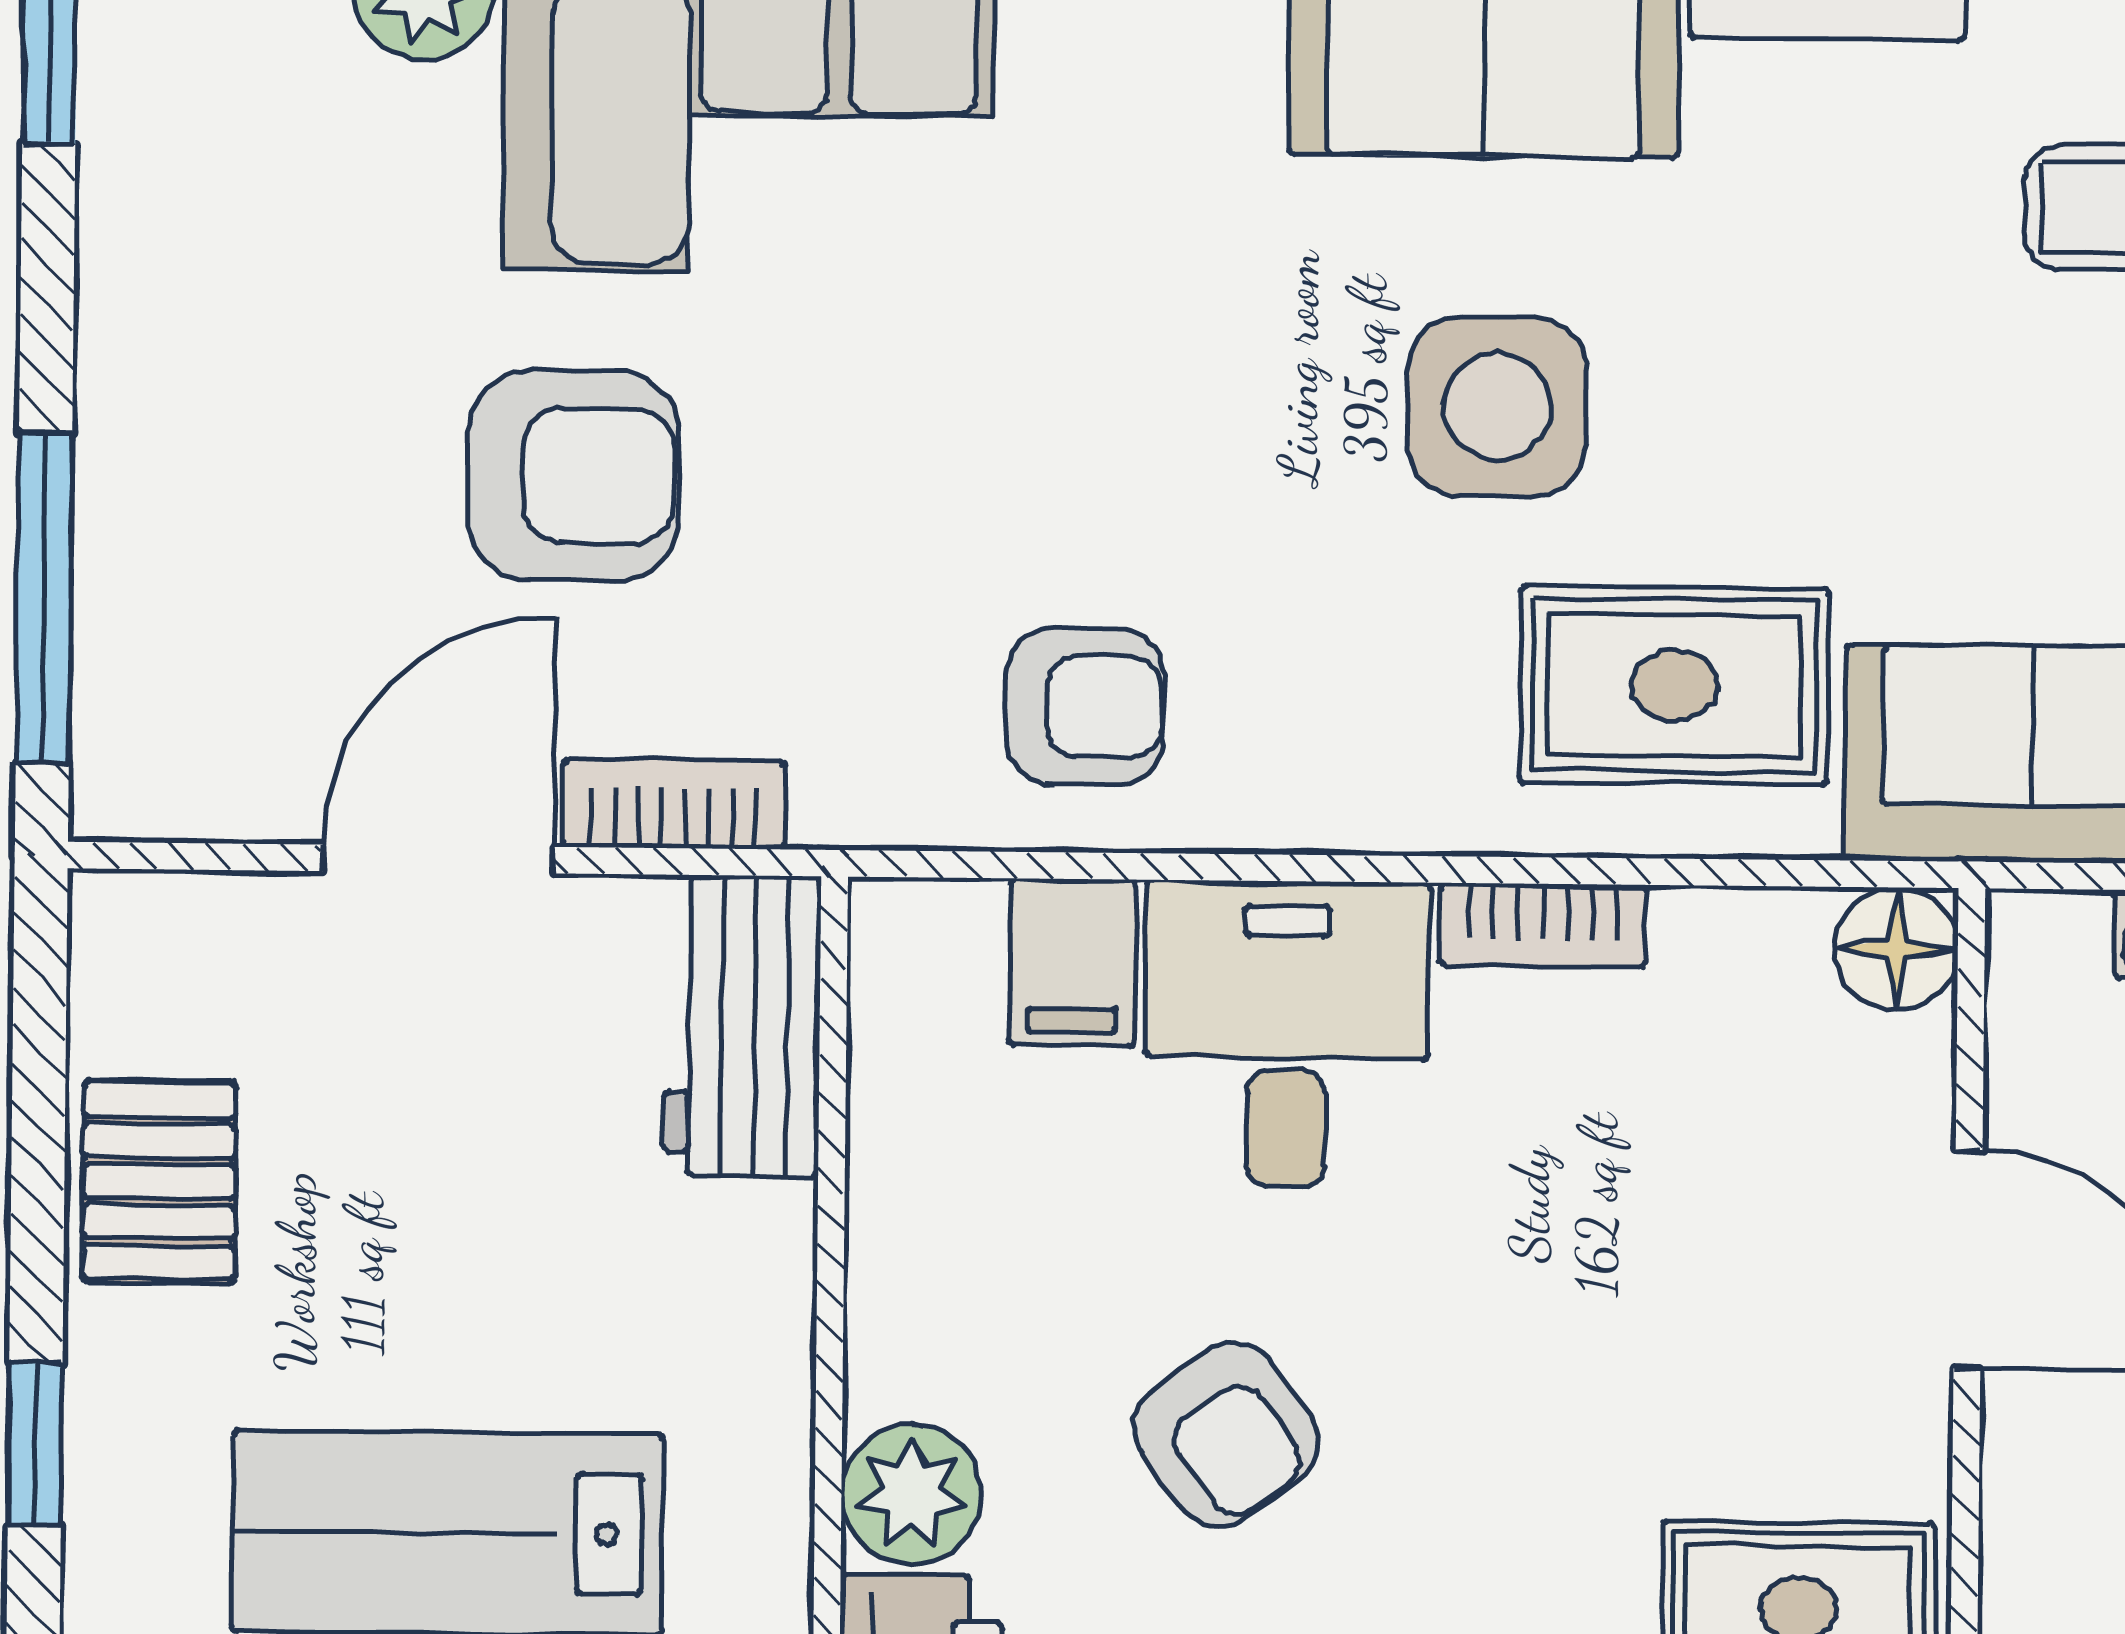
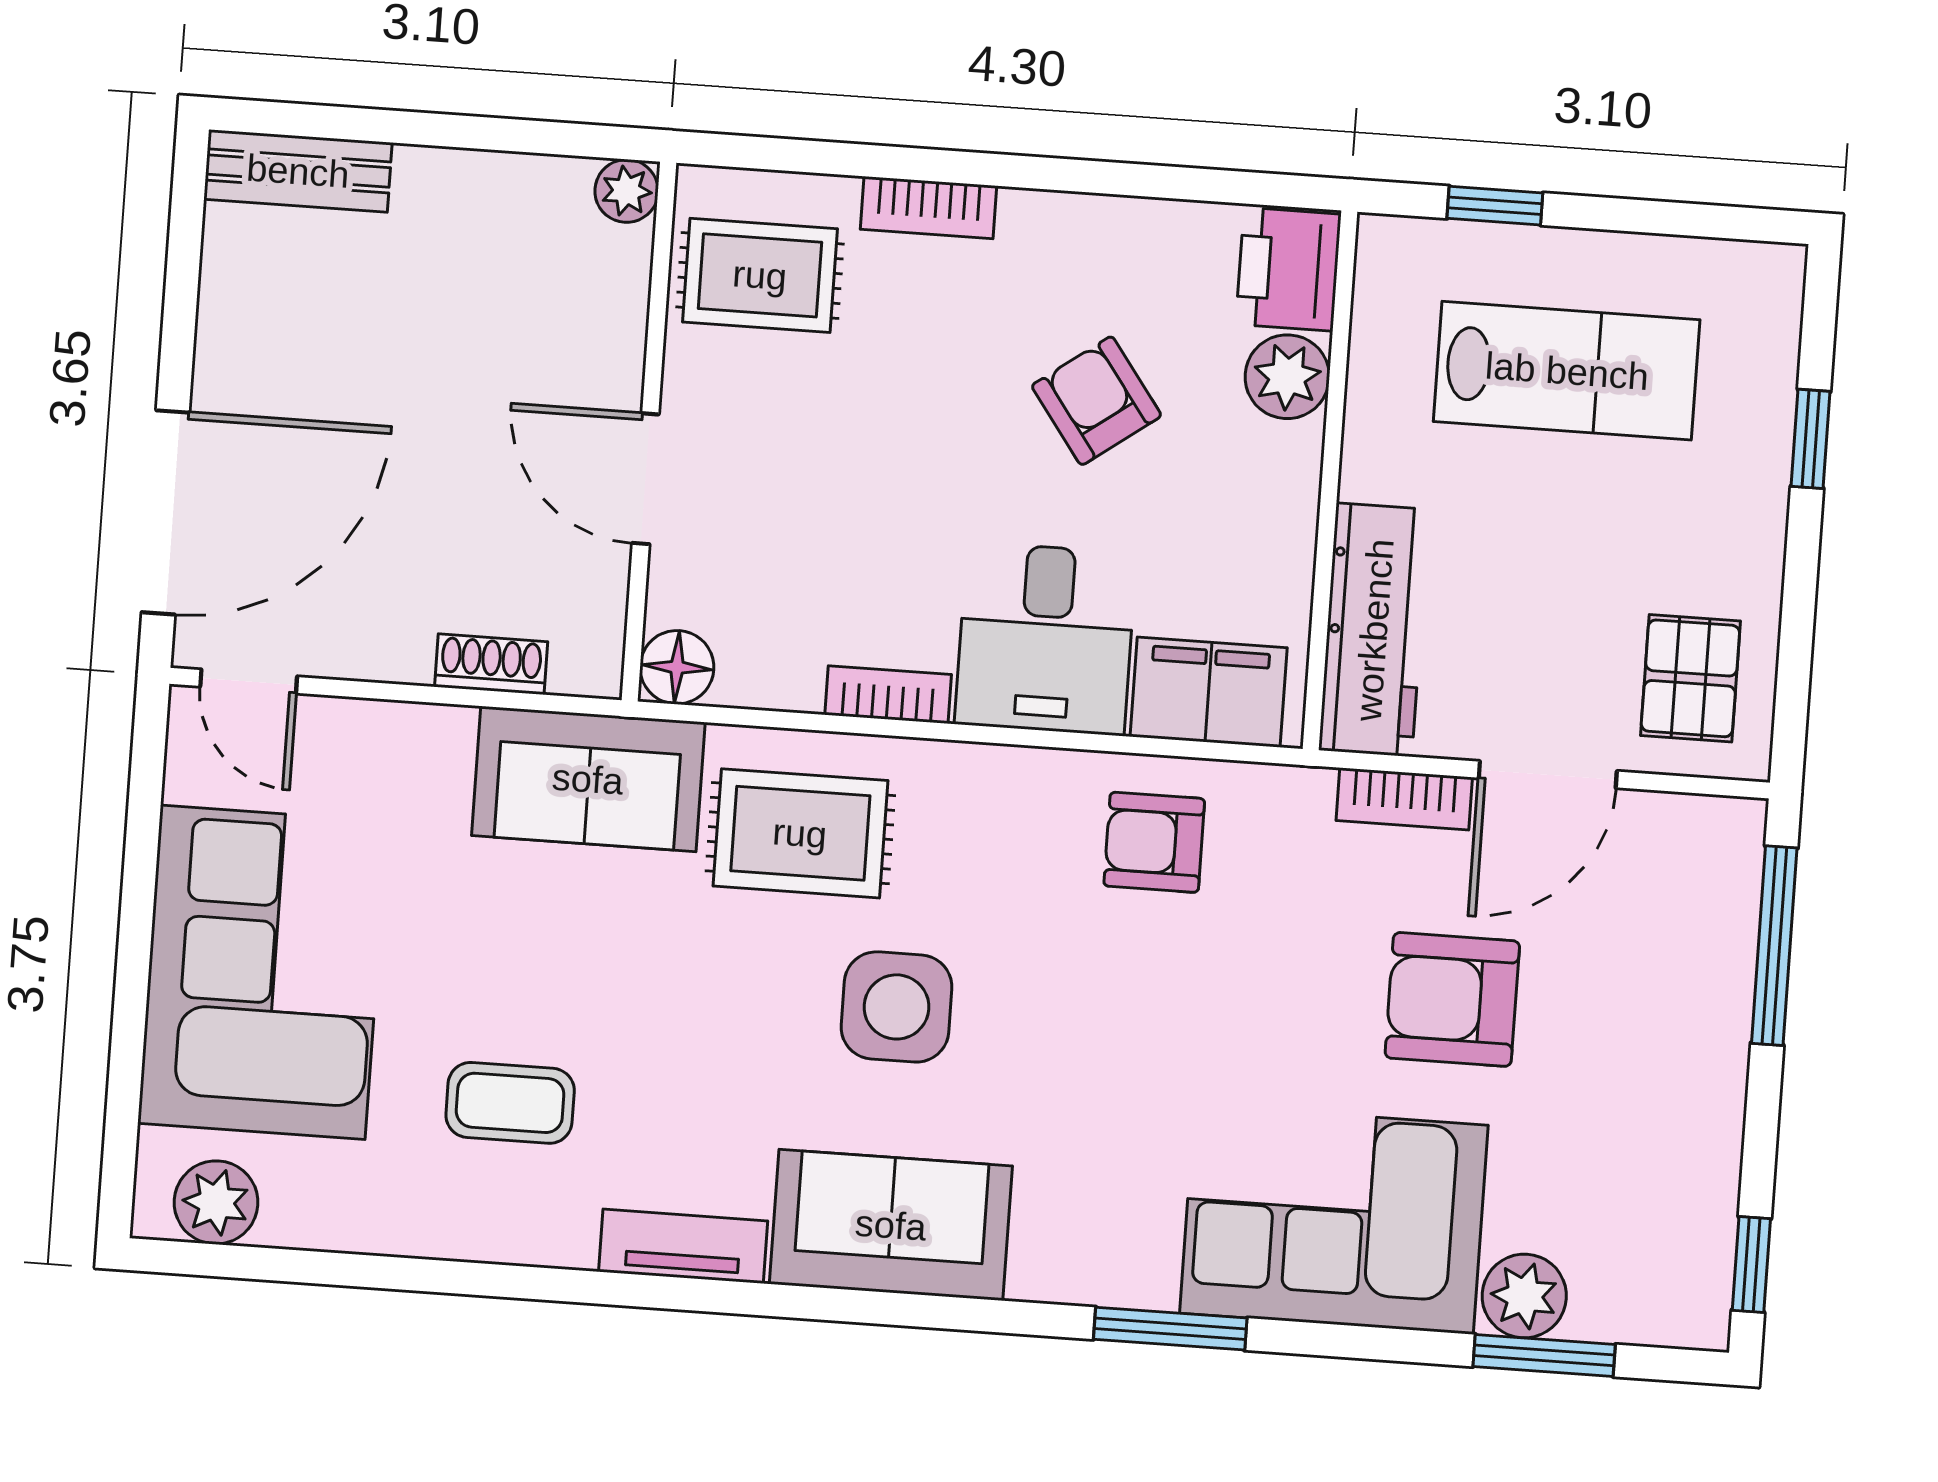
filing cabinet: (1073, 962) -> (1209, 692), width x2.00
workbench: (742, 1026) -> (1374, 630), width x1.38
pallet: (159, 1181) -> (1690, 678), moved

